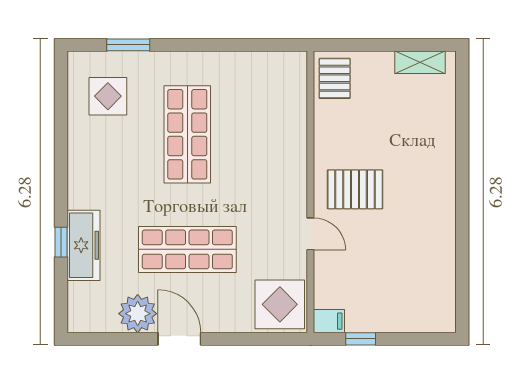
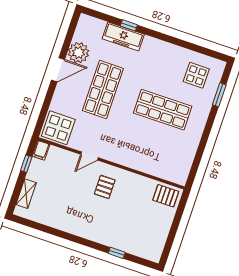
shelving: (420, 62) -> (26, 194), moved
window: (462, 130) -> (117, 253), added
pallet: (355, 189) -> (105, 187), width x0.67, depth x0.71

